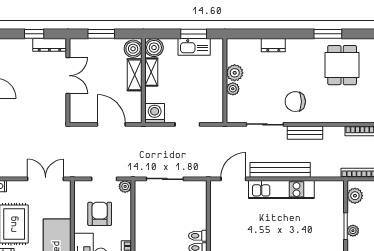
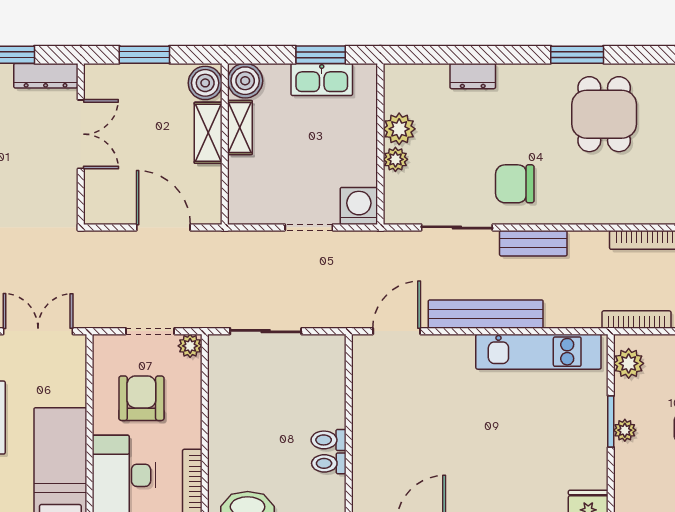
washing machine: (155, 113) -> (359, 206), moved
kitchen unit: (281, 189) -> (538, 352), moved

